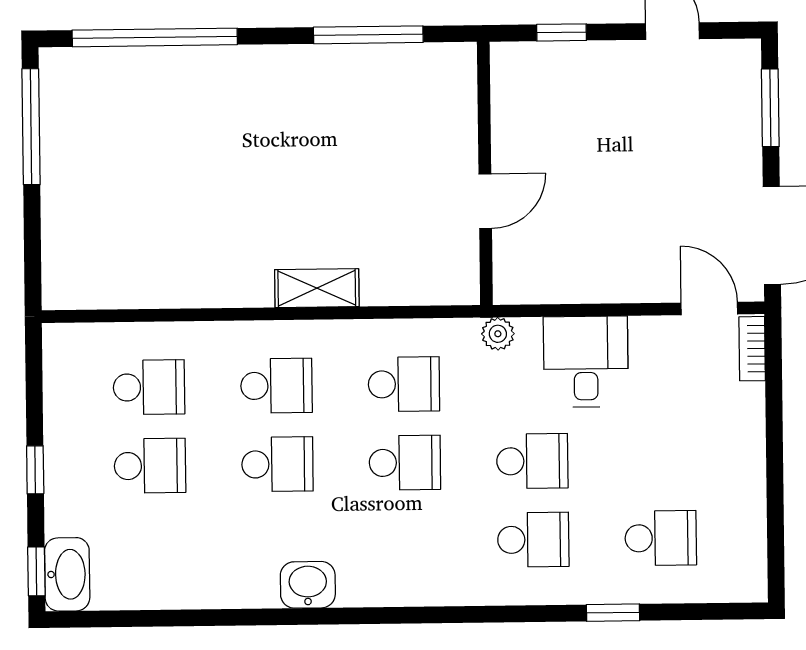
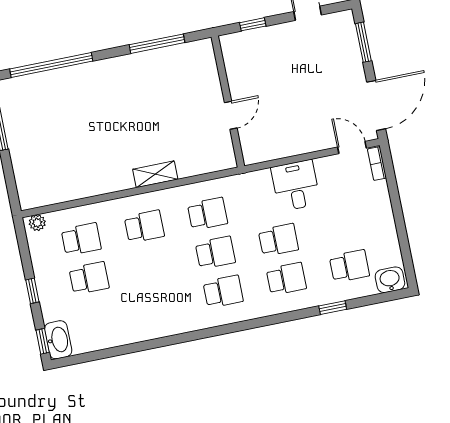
plant: (498, 334) -> (37, 223), moved
school desk: (277, 464) -> (223, 292), moved
washbasin: (308, 585) -> (390, 280), moved

